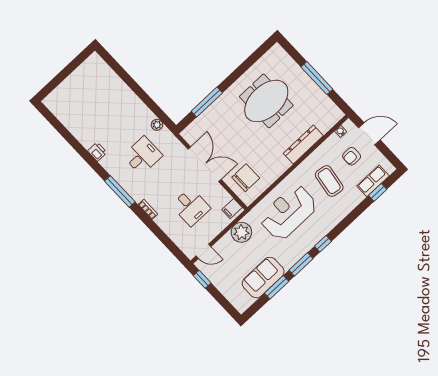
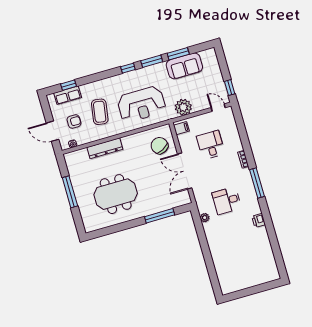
chair: (246, 178) -> (160, 146), turned 62

